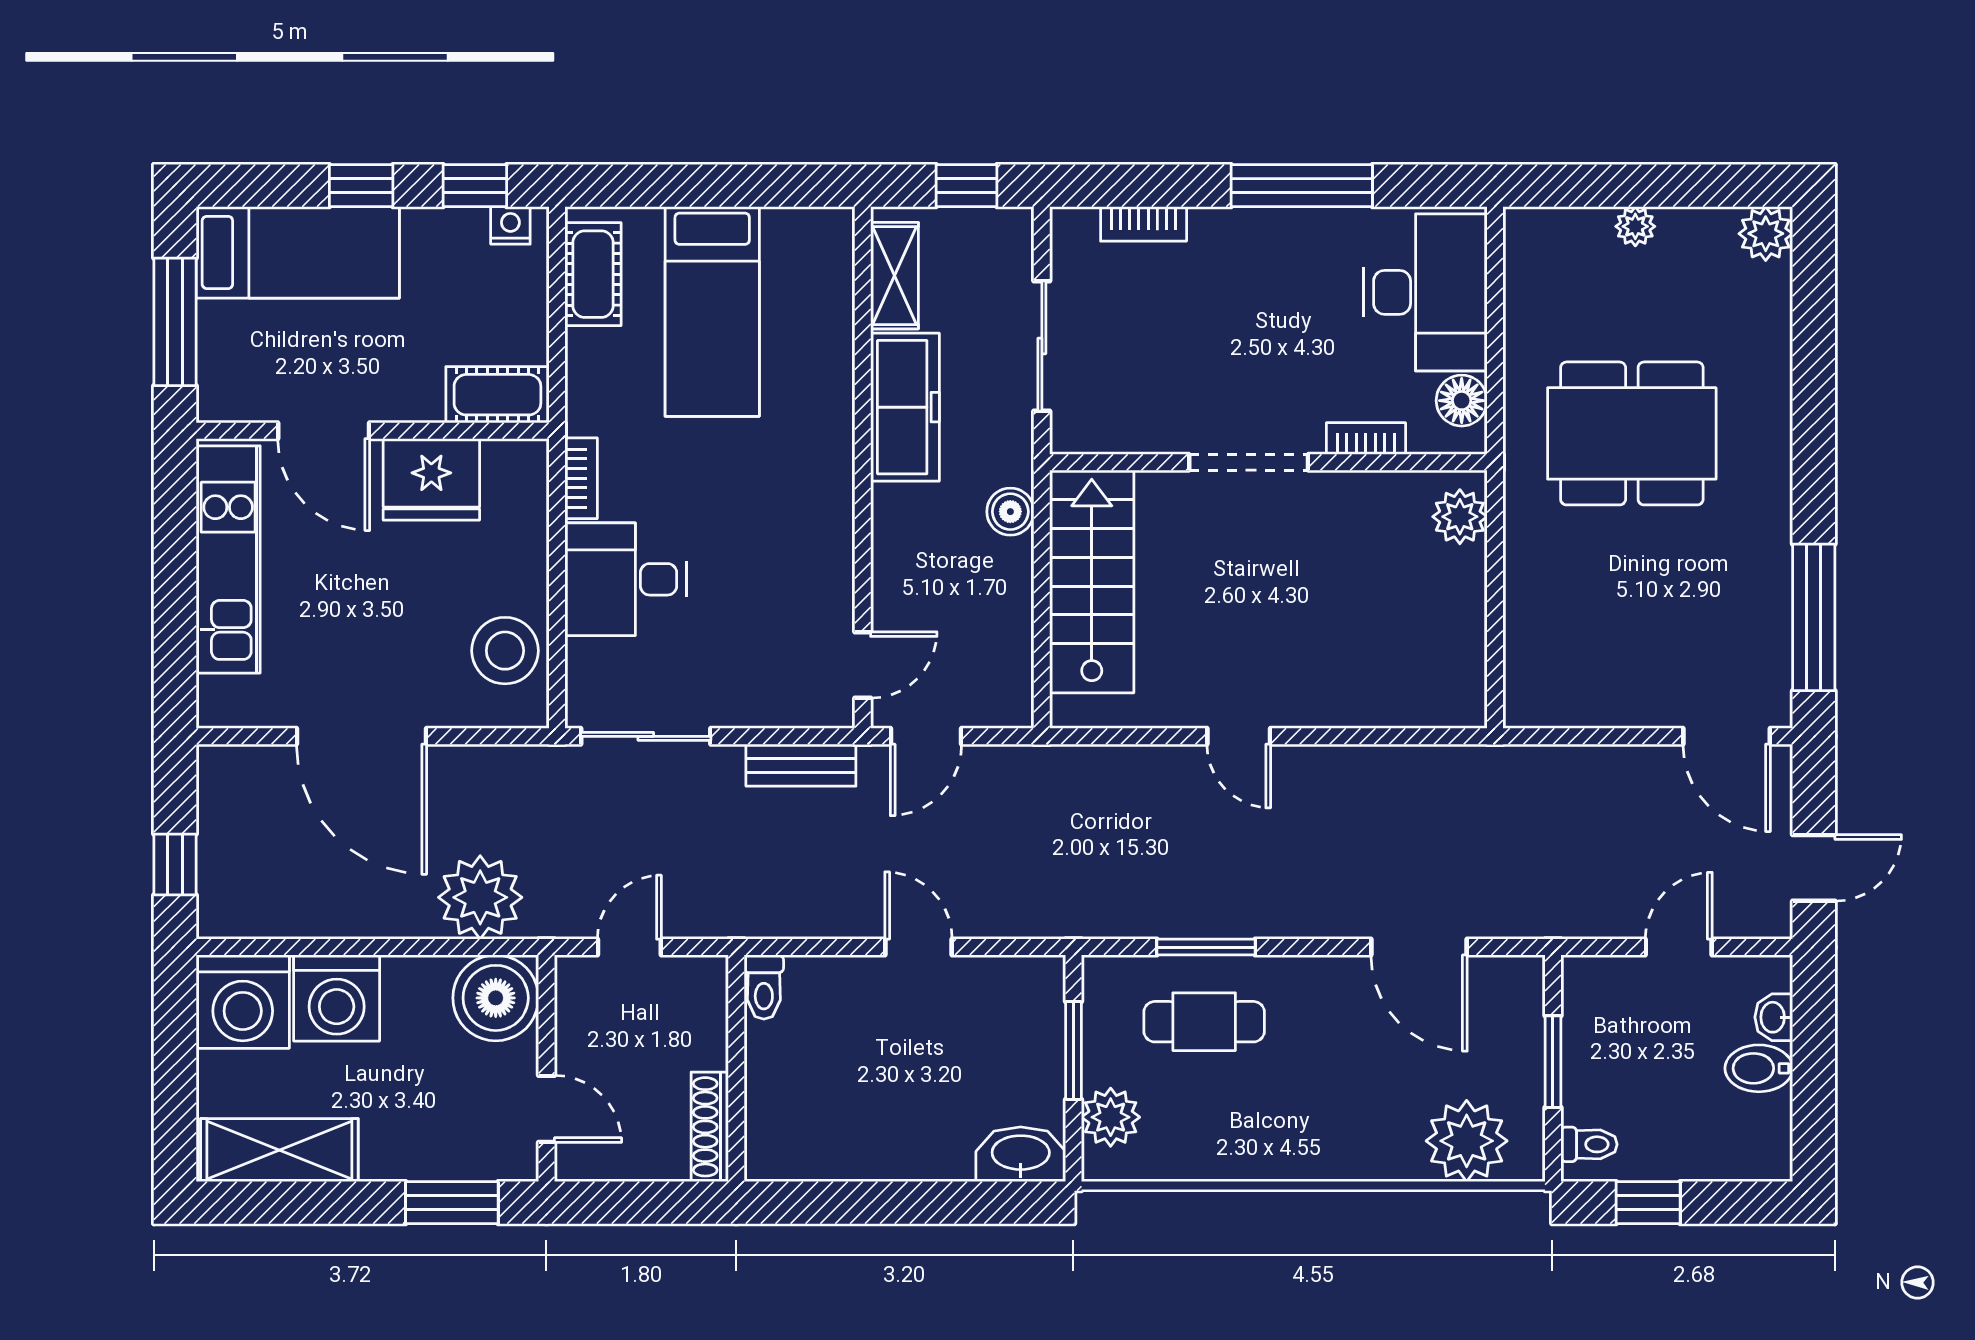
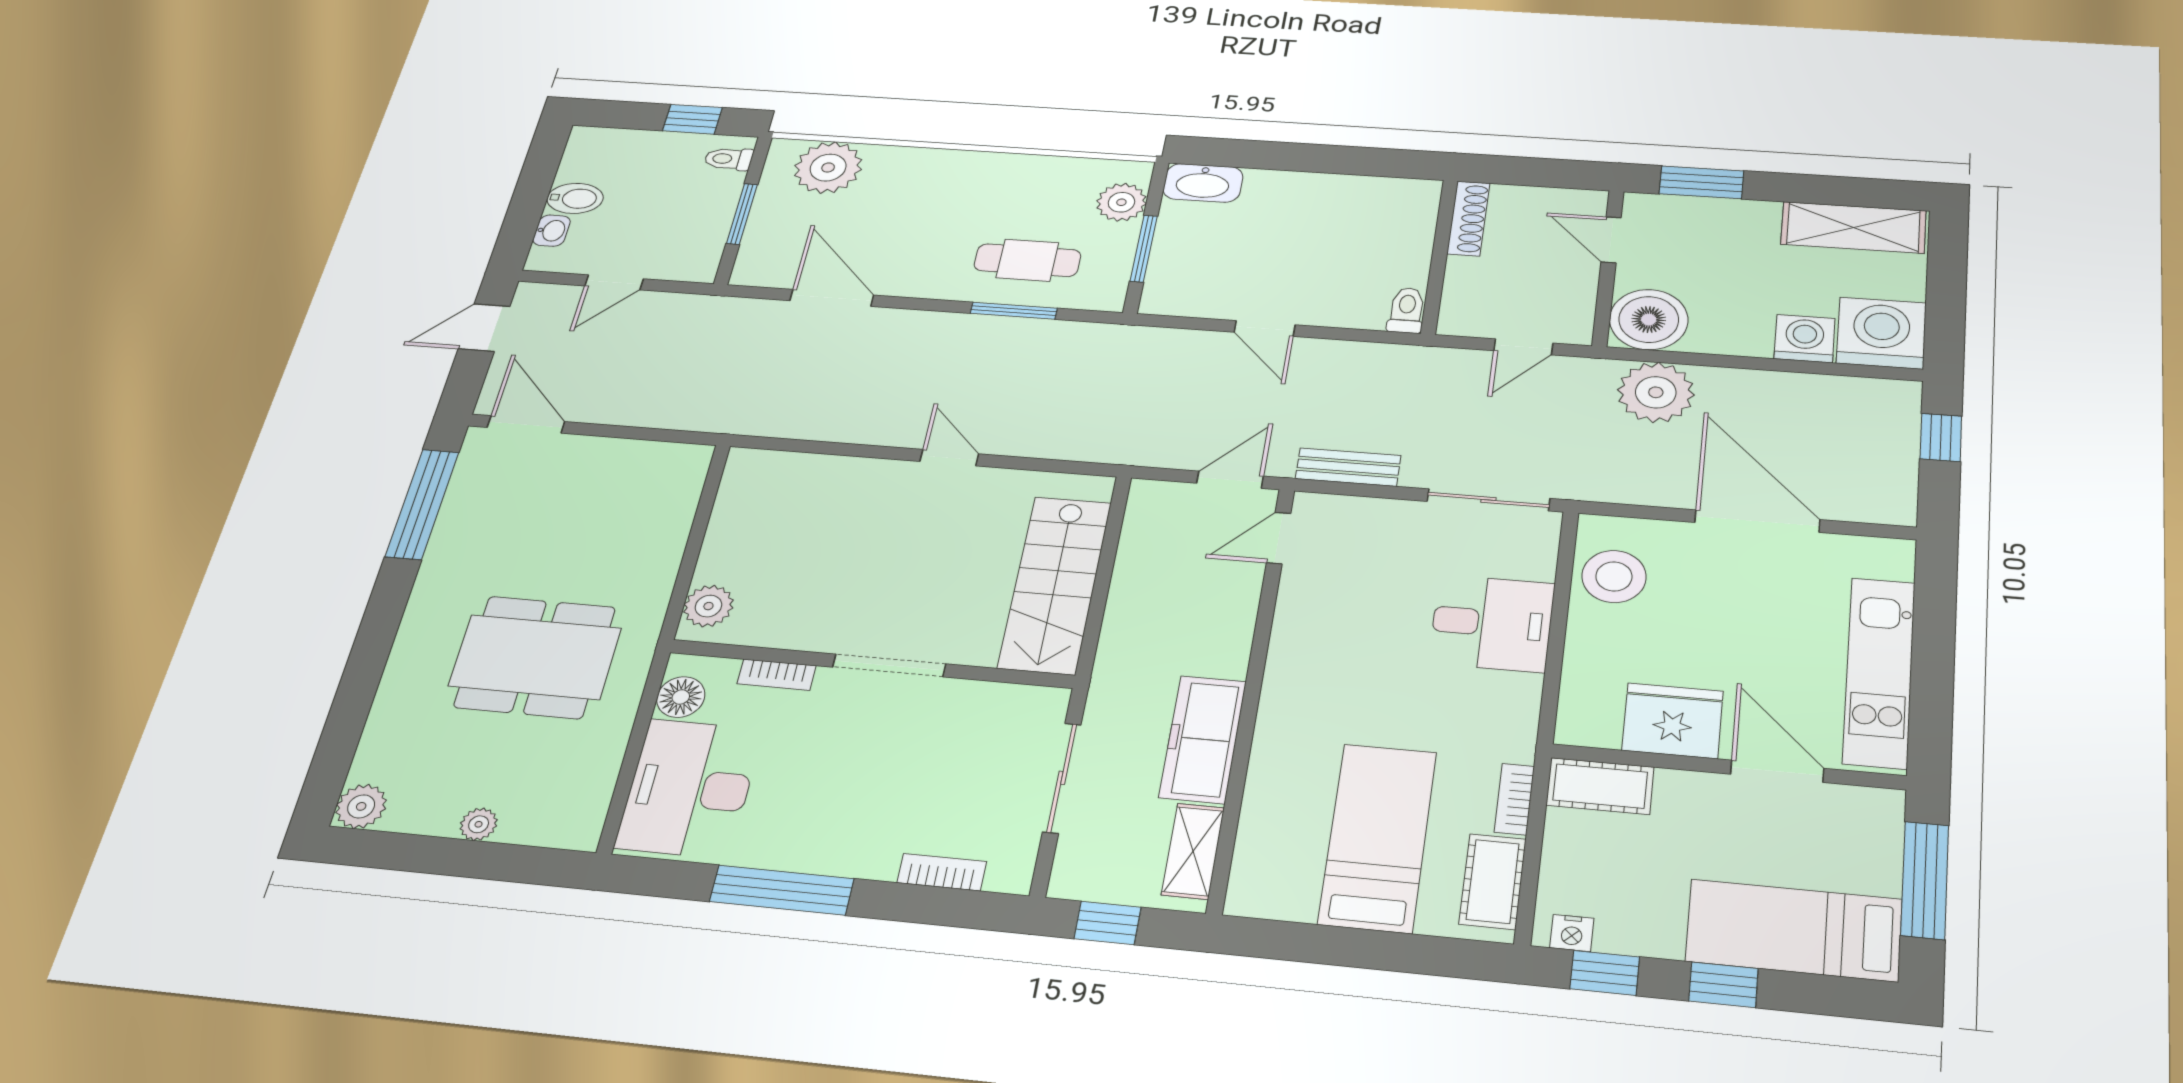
bookcase: (581, 478) -> (1514, 799), moved
boiler: (1010, 512) -> (1119, 646), removed
washing machine: (337, 998) -> (1805, 339), width x0.73, depth x0.73

